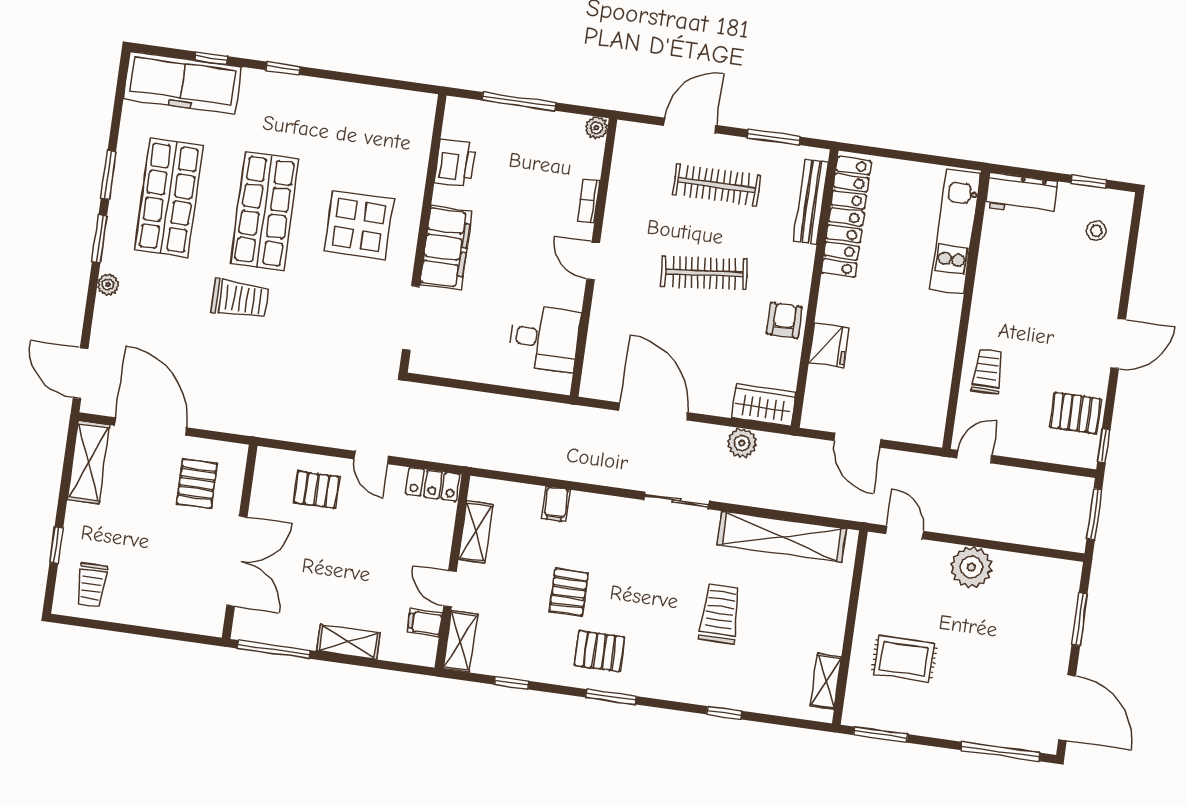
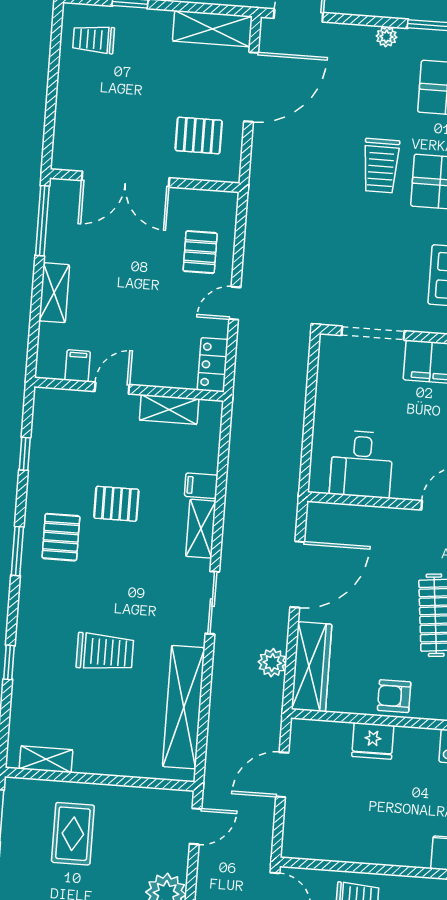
armchair: (784, 320) -> (394, 696), turned 180
wardrobe: (764, 405) -> (312, 667), width x1.50
shelving: (460, 641) -> (201, 529), moved, turned 90

